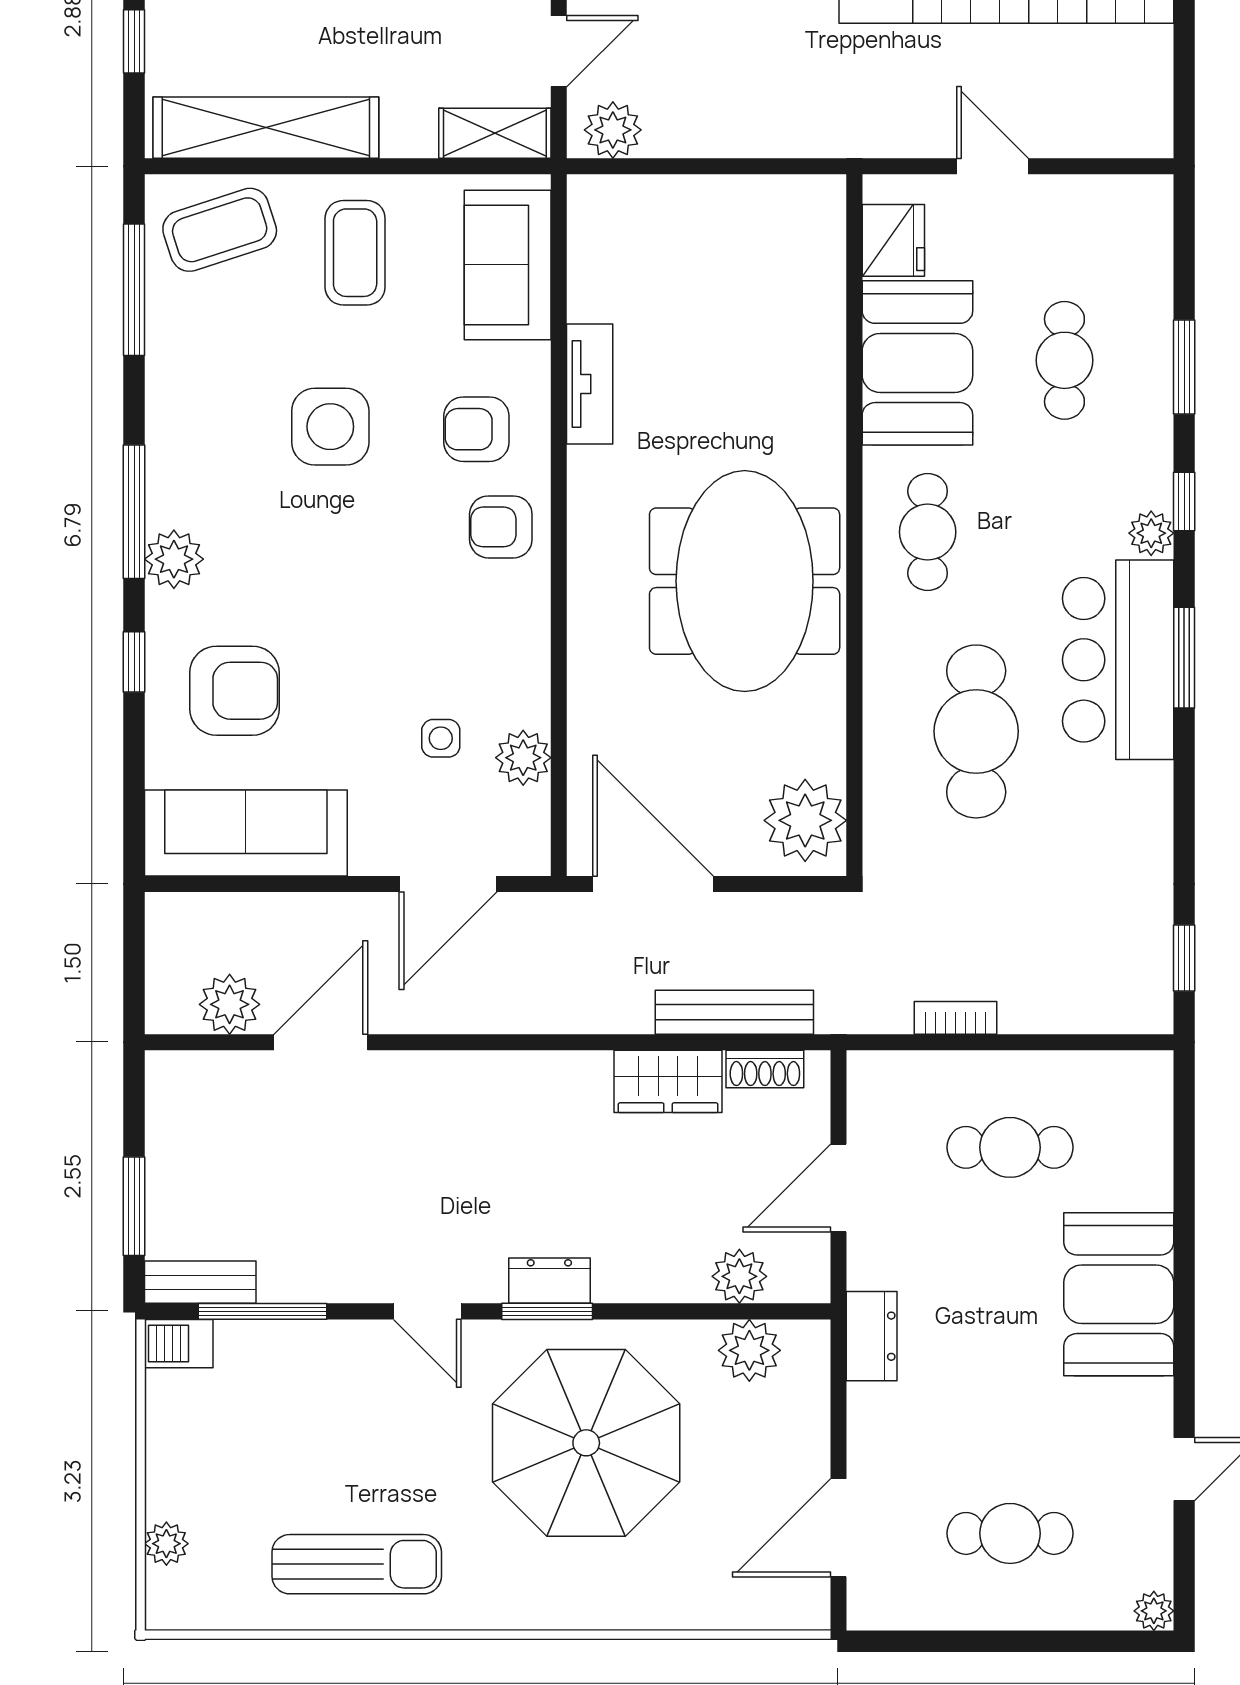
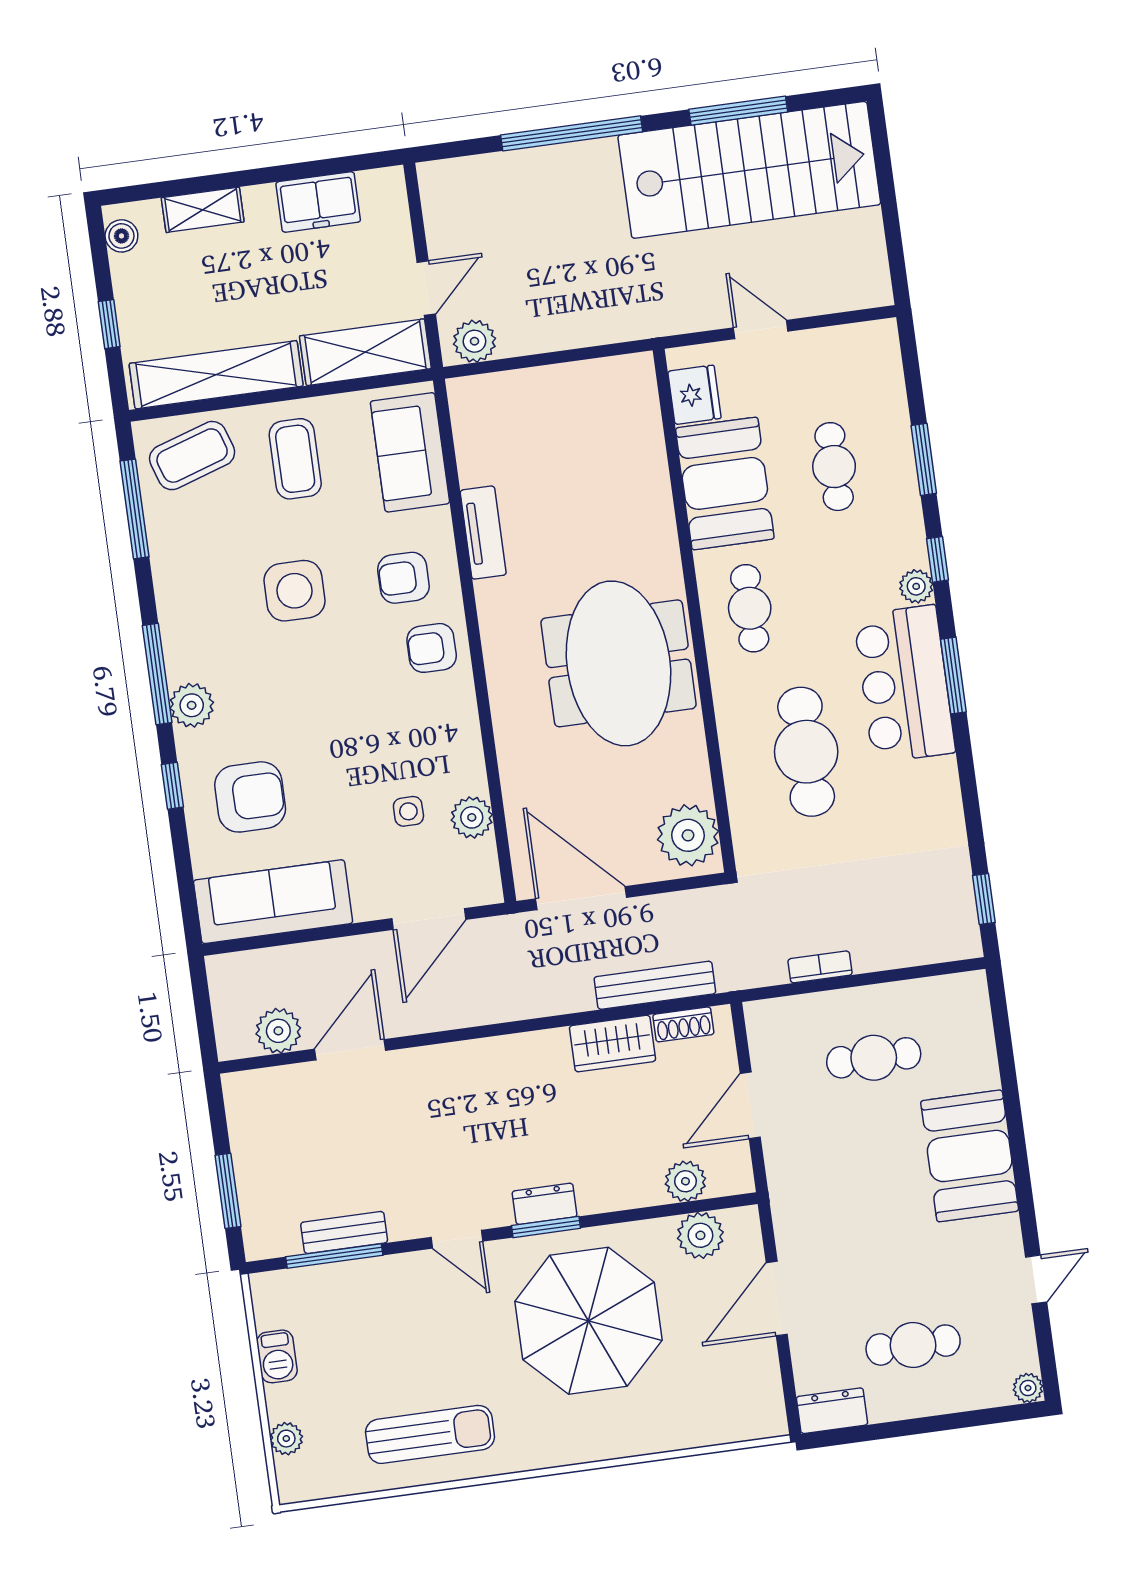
shelving: (495, 133) -> (365, 352), width x1.50, depth x1.33
bench: (200, 1282) -> (344, 1233), moved
dresser: (872, 1336) -> (832, 1411), moved, turned -90
barbecue: (179, 1344) -> (277, 1356), moved, turned -90
door: (839, 1528) -> (777, 1299), moved

